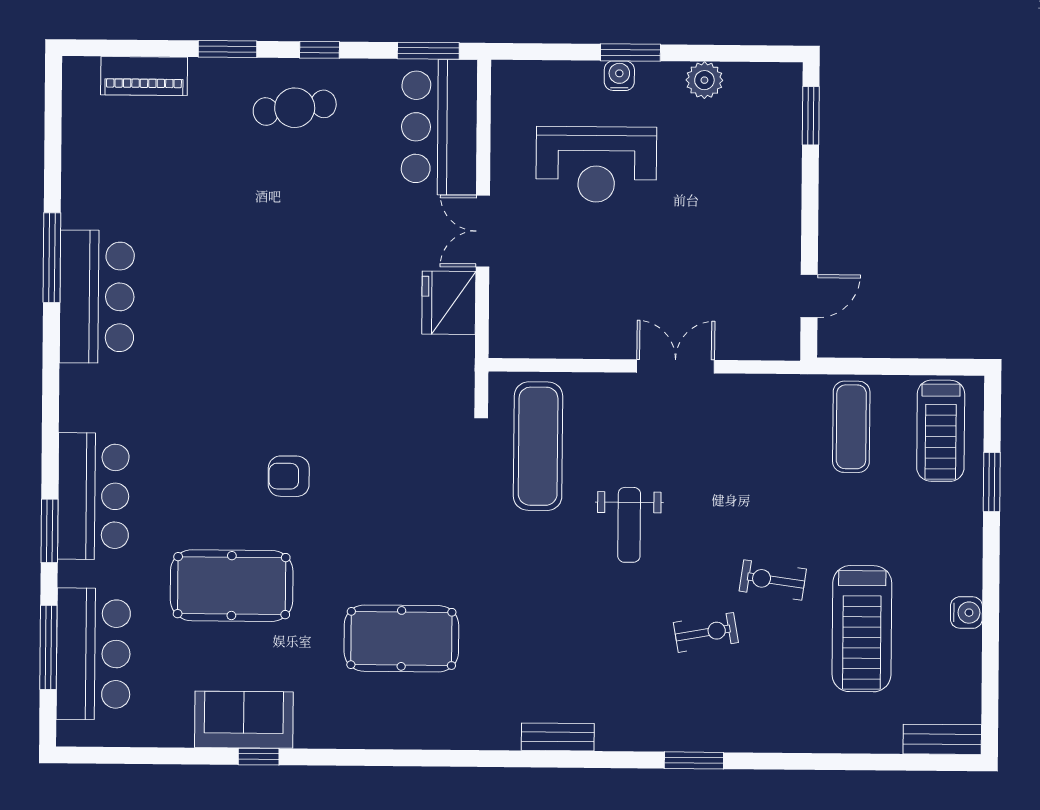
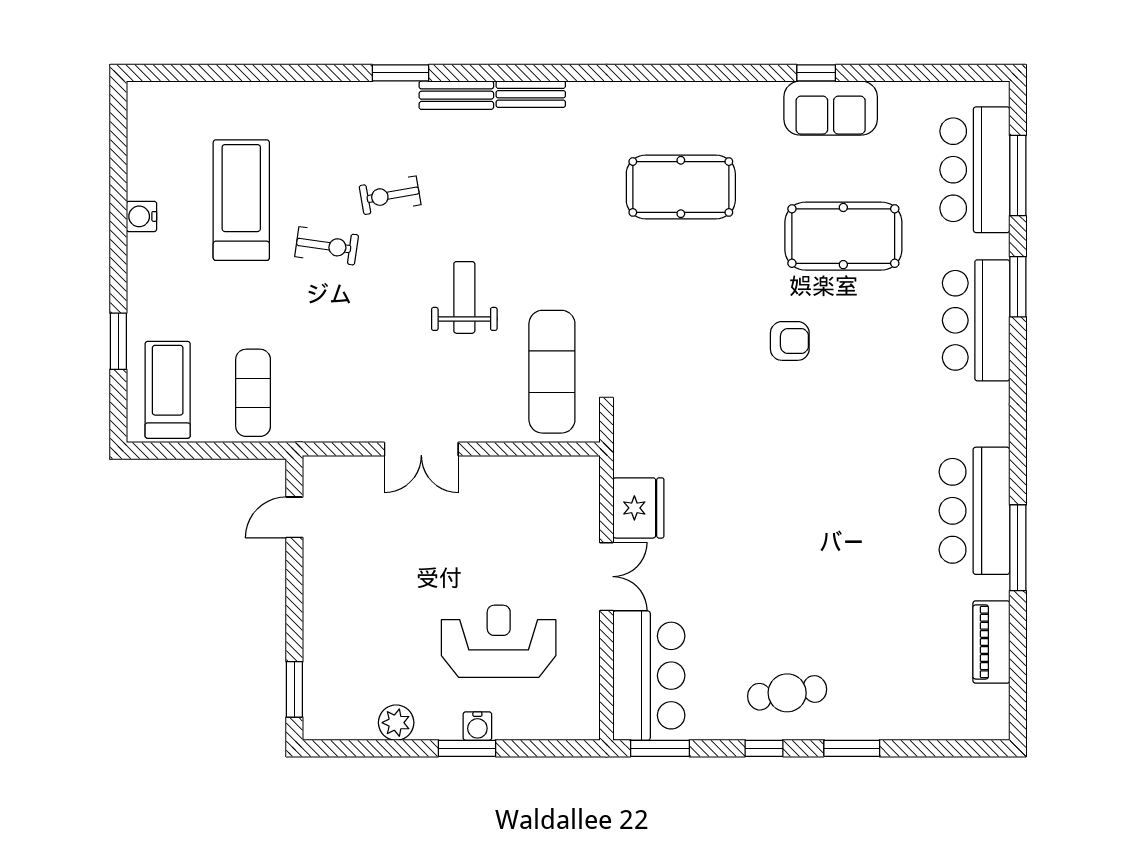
piano: (144, 76) -> (991, 642), moved, turned -90
bench: (942, 739) -> (456, 95), moved

